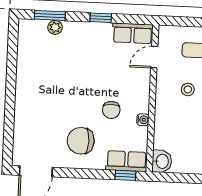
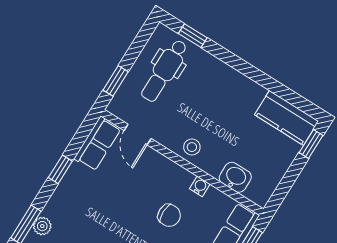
window: (183, 21) -> (116, 81), added
stool: (188, 89) -> (192, 147), moved
washbasin: (162, 161) -> (235, 177), moved

